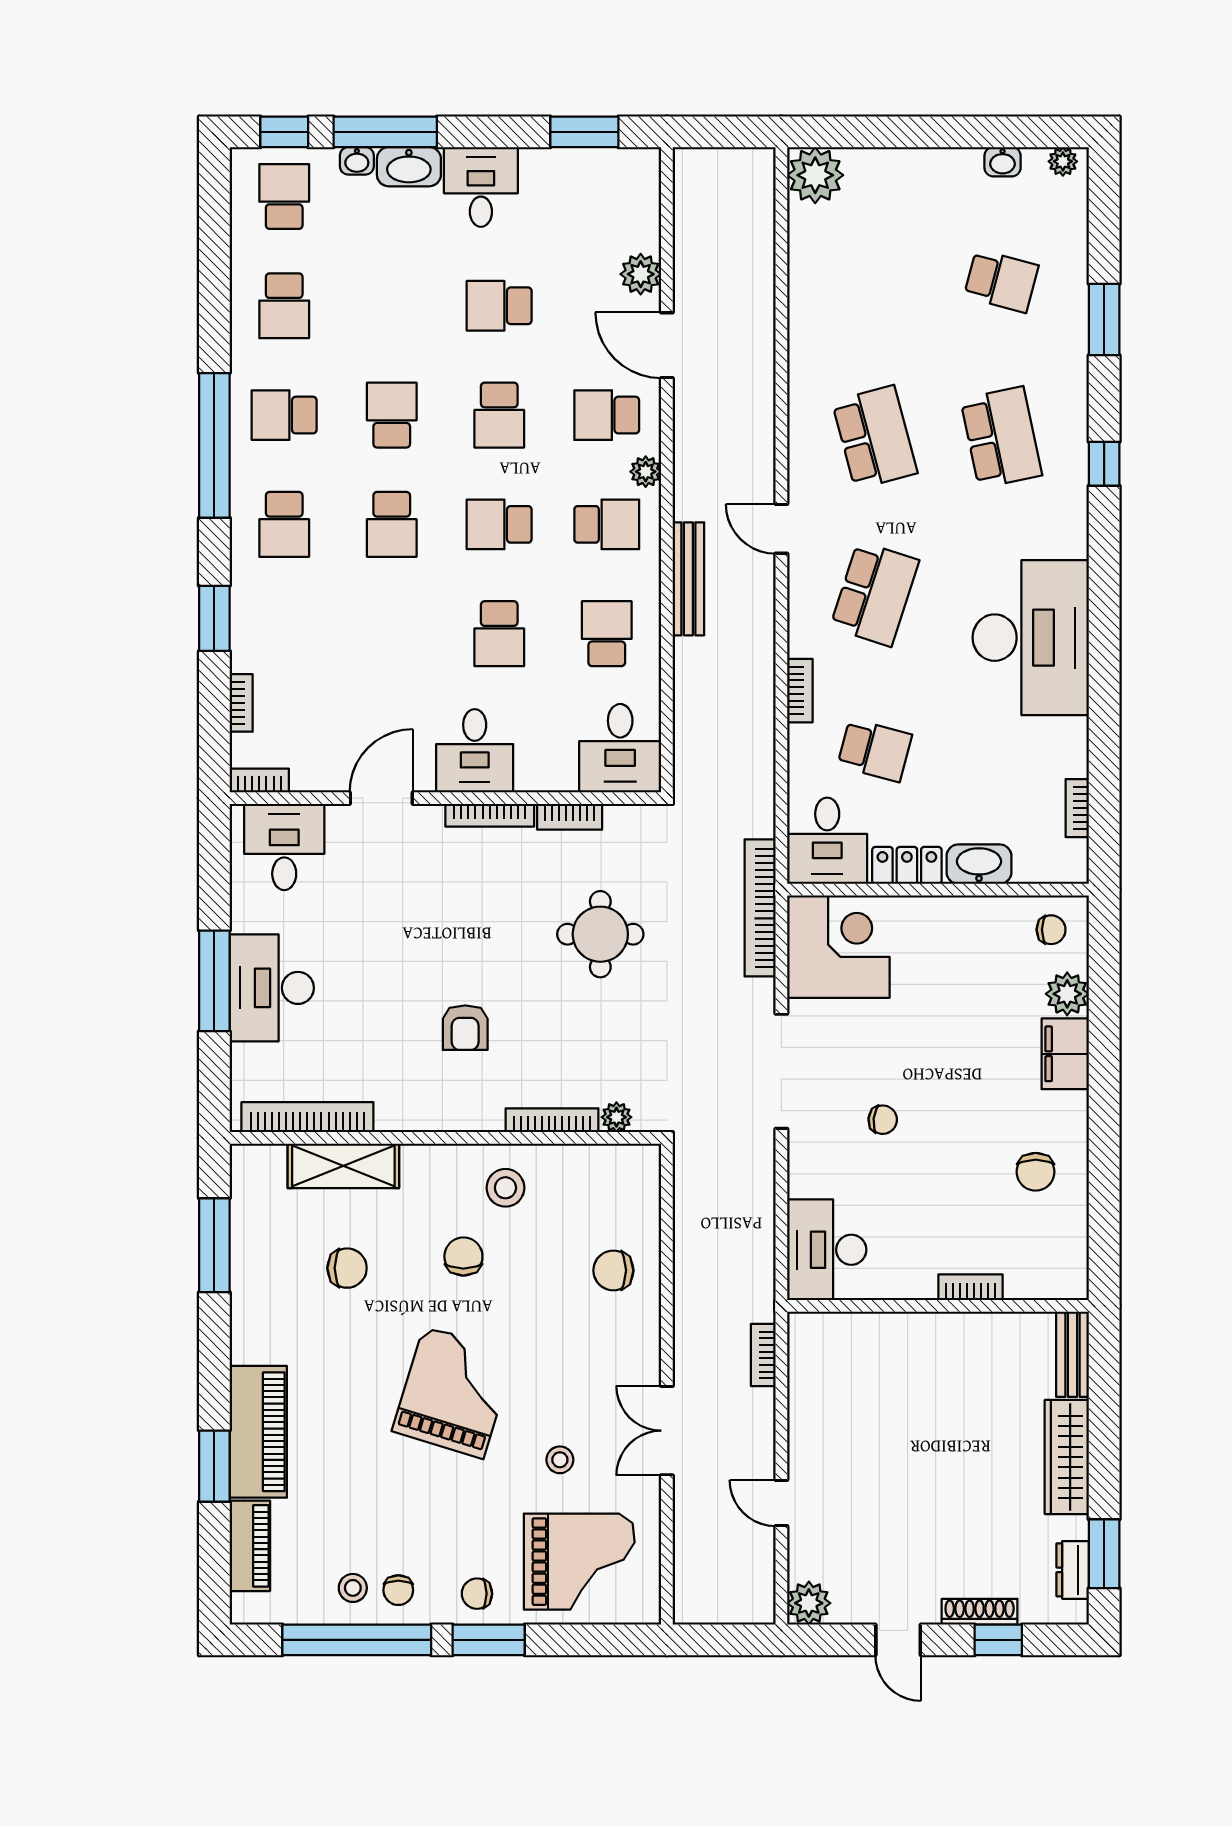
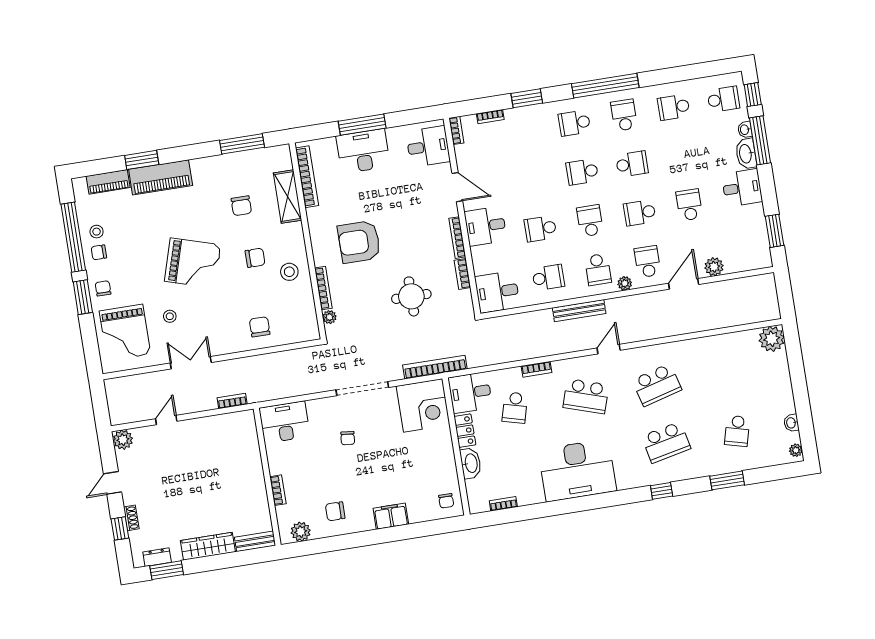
plant: (1067, 994) -> (301, 532), moved
armchair: (465, 1028) -> (359, 242), width x1.88, depth x1.88
shoe rack: (980, 1612) -> (131, 518), width x0.70

